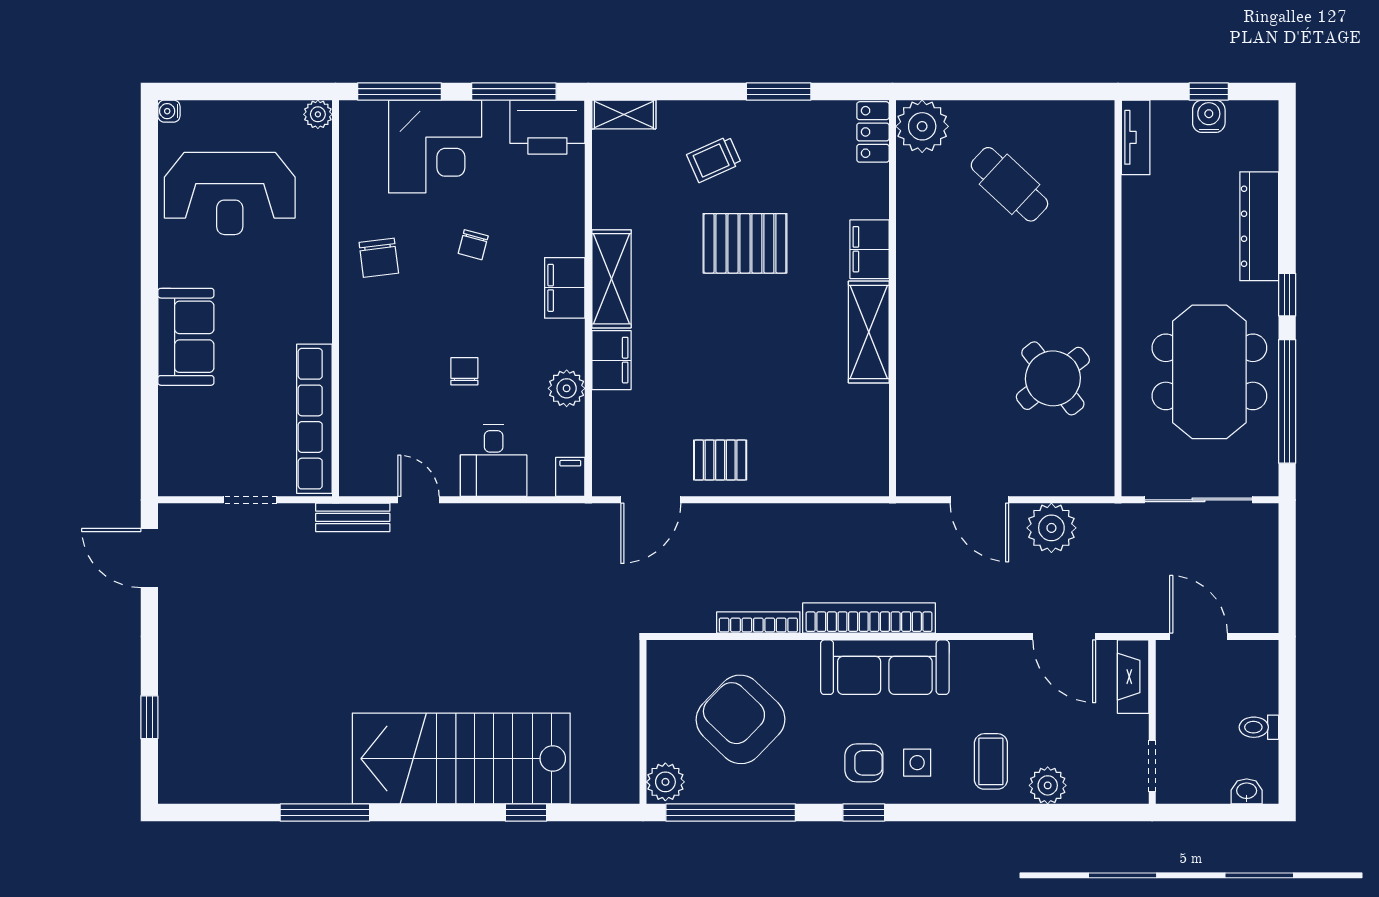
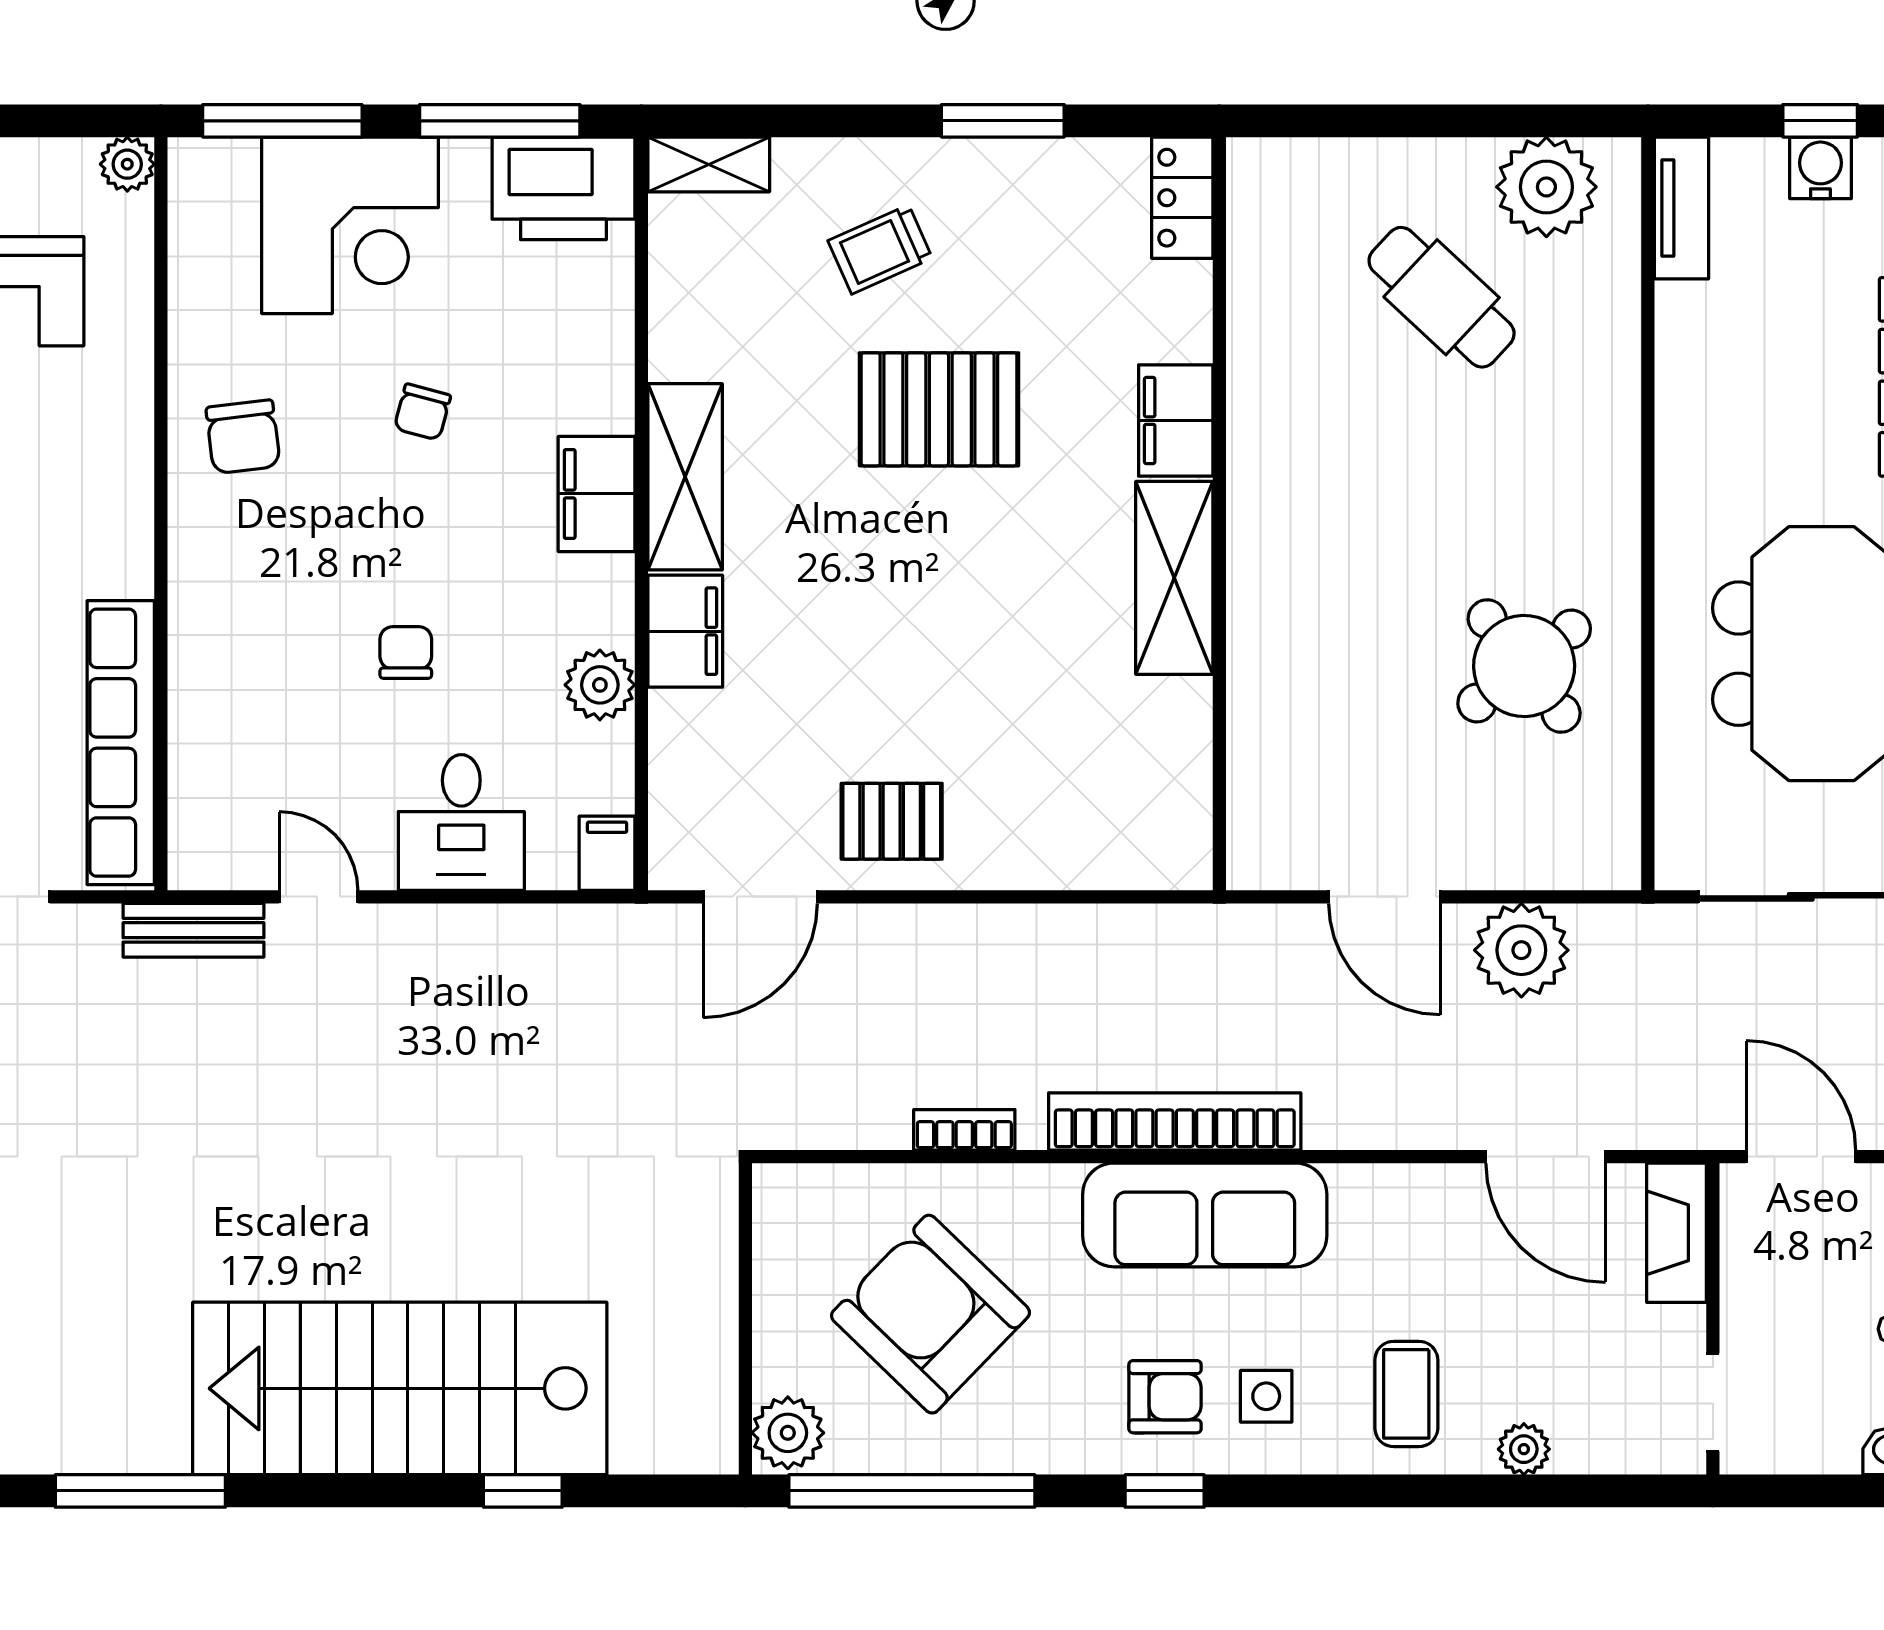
plant: (922, 126) -> (1546, 187), moved
bookcase: (758, 622) -> (964, 1130), width x0.64
plant: (1048, 785) -> (1524, 1449), width x0.73, depth x0.73

